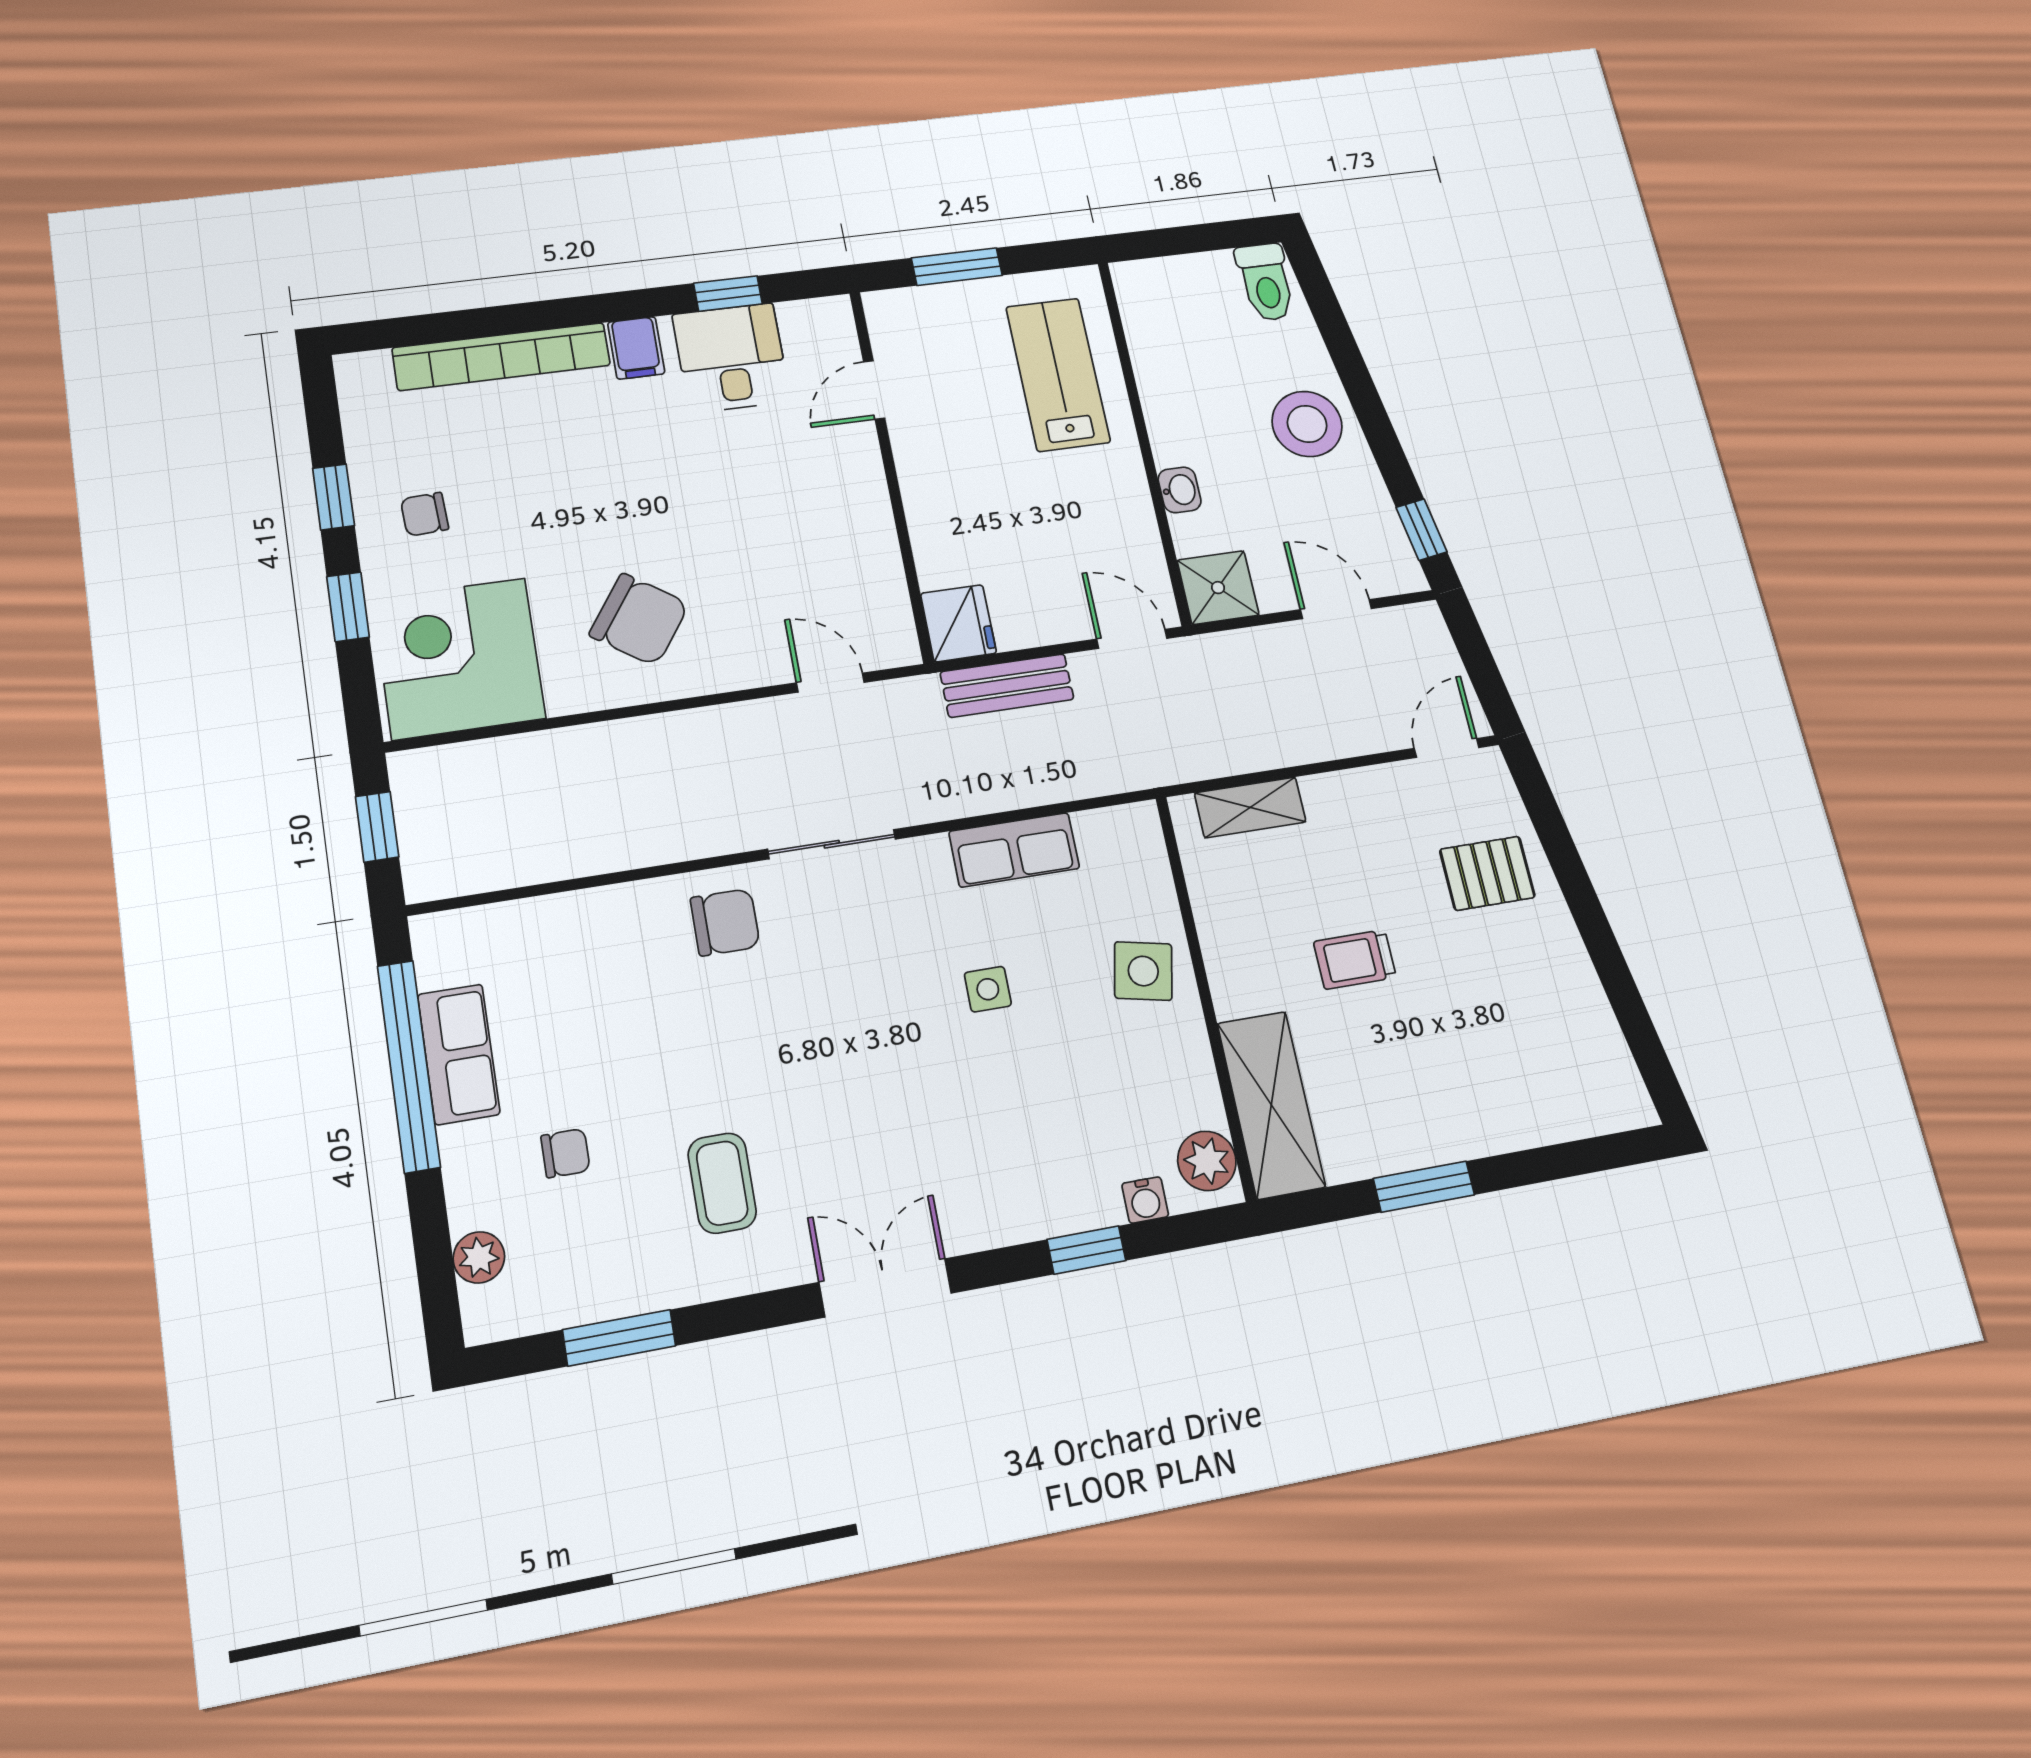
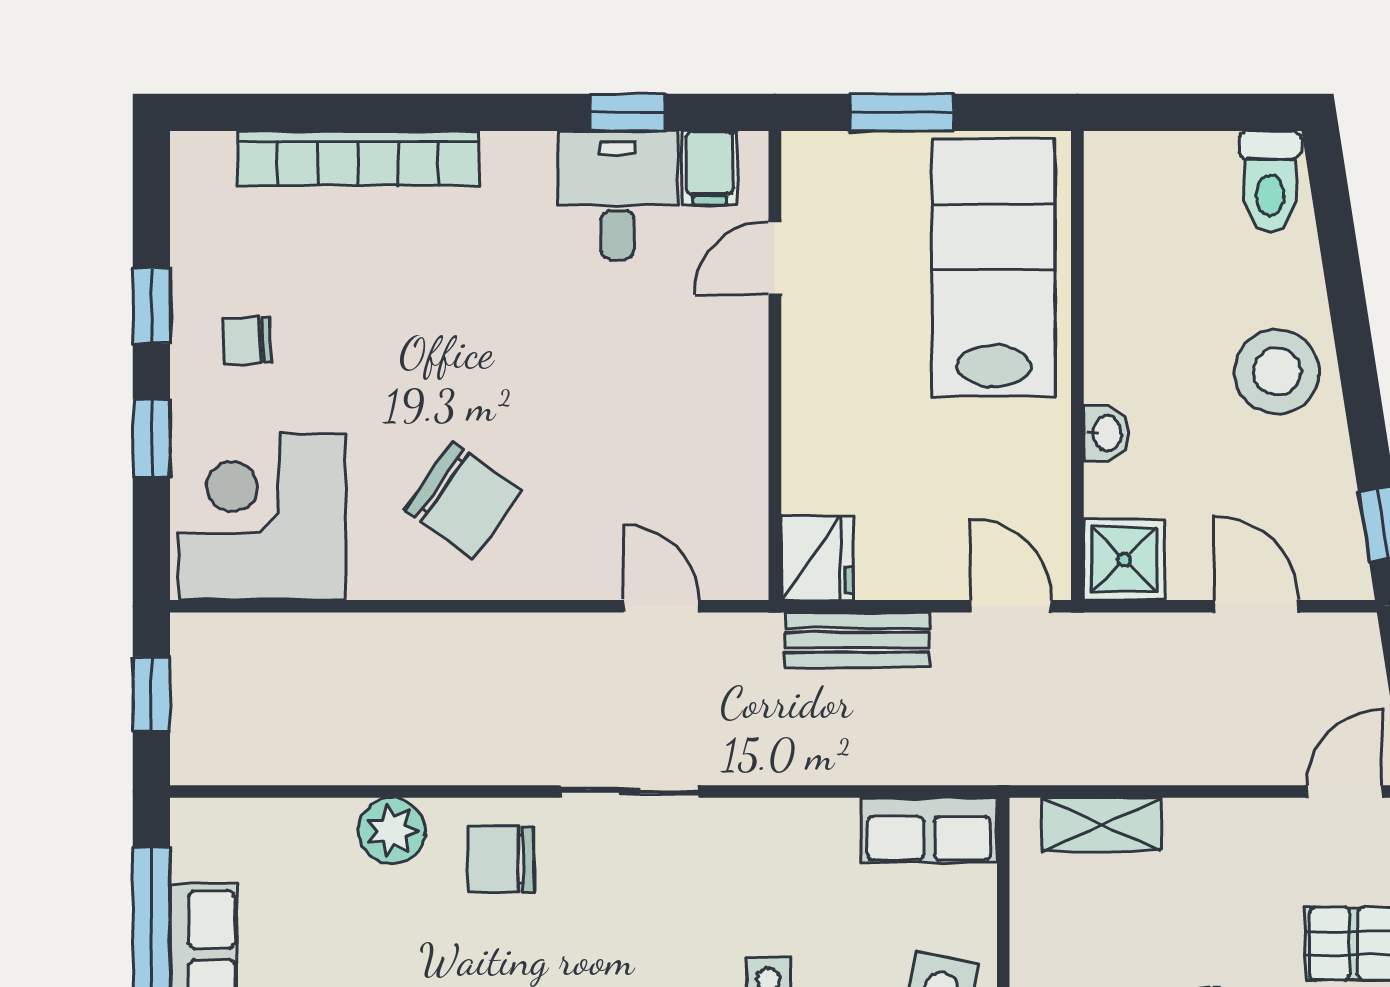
filing cabinet: (636, 348) -> (710, 168), moved
lab bench: (1058, 374) -> (994, 268), width x1.36, depth x1.39
row of seats: (1014, 850) -> (929, 830), moved
plant: (620, 913) -> (392, 831), added
chair: (725, 922) -> (501, 859), turned 180

